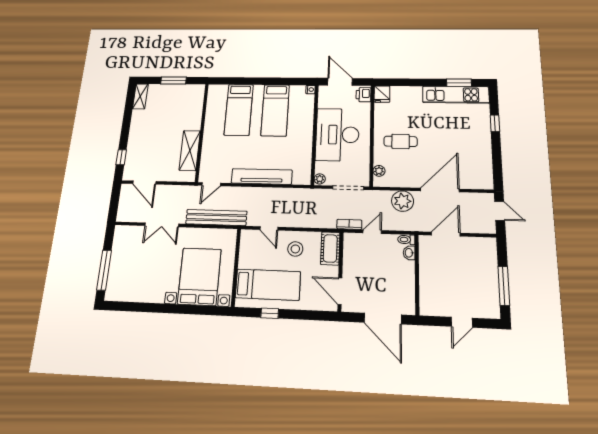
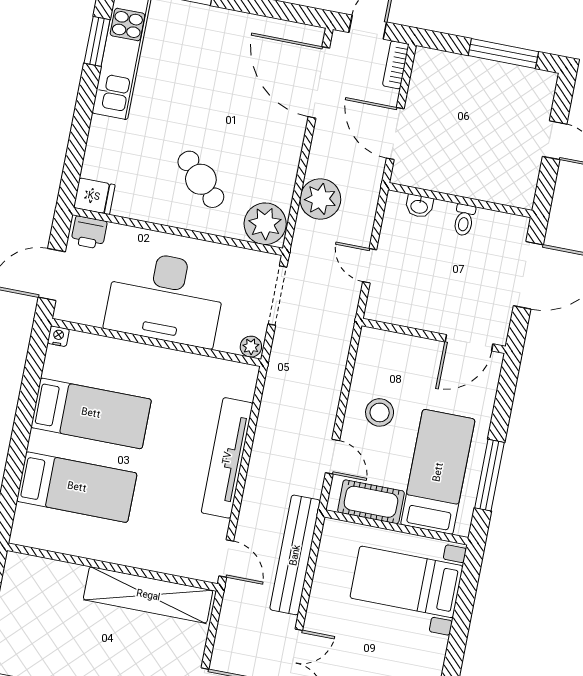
cafe table: (401, 141) -> (201, 179), turned -45
shelving: (190, 150) -> (148, 595), width x1.47
plant: (379, 171) -> (265, 224), width x1.88, depth x1.88
door: (440, 190) -> (319, 82), moved
bookcase: (349, 224) -> (396, 65), moved
door: (269, 228) -> (332, 457), hinge flipped
toilet: (406, 240) -> (464, 220), moved
cot: (330, 248) -> (371, 502), moved
bed with nightstands: (199, 277) -> (407, 582), width x0.73
window: (270, 313) -> (490, 475), width x2.17

